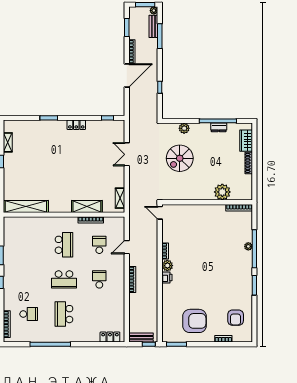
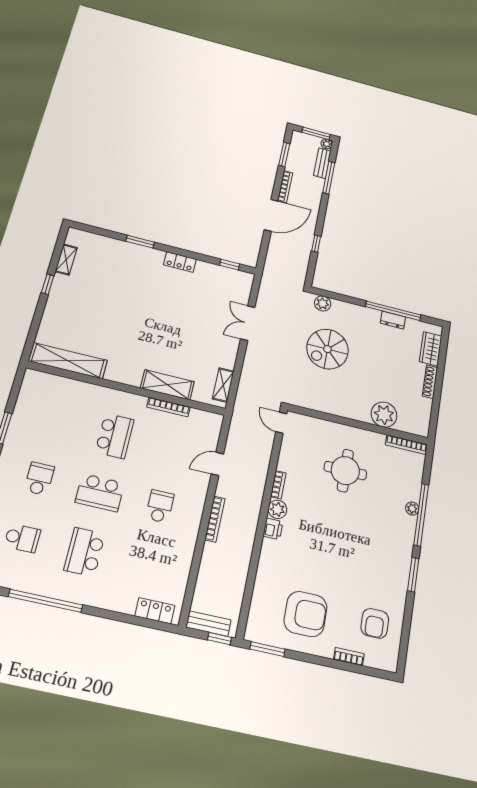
plant: (184, 128) -> (323, 303), moved
round table: (204, 233) -> (345, 471), added
school desk: (99, 245) -> (39, 479), moved

